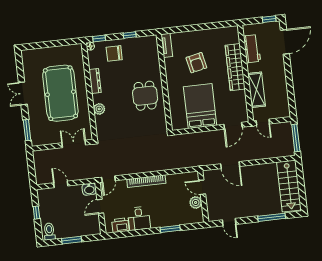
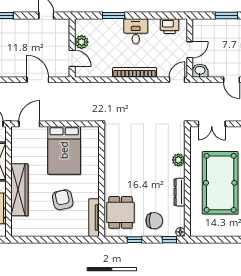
tv unit: (167, 45) -> (94, 218), width x1.41
dining table: (145, 96) -> (121, 212), moved
desk: (139, 218) -> (136, 31), moved

